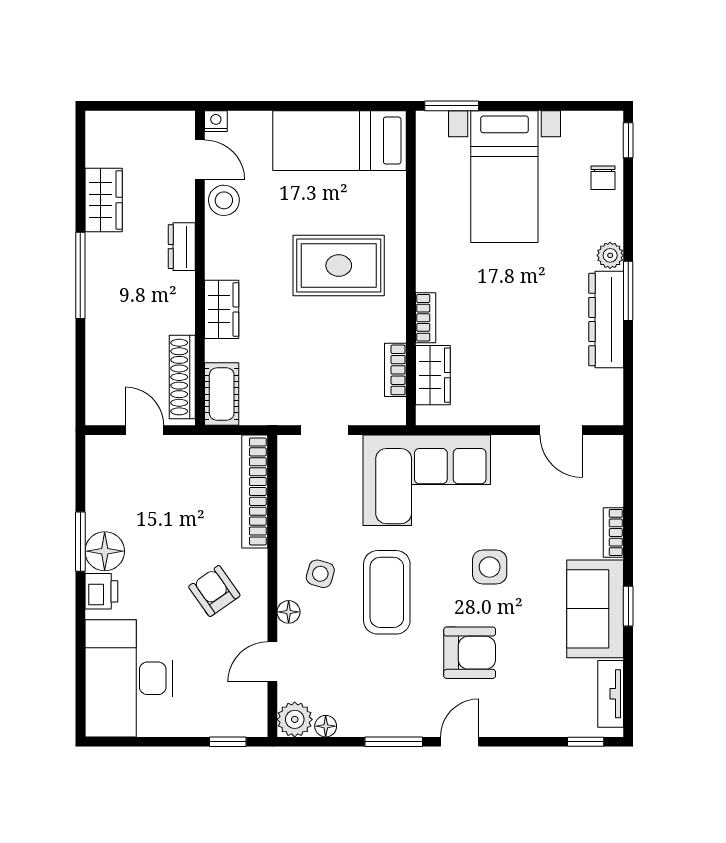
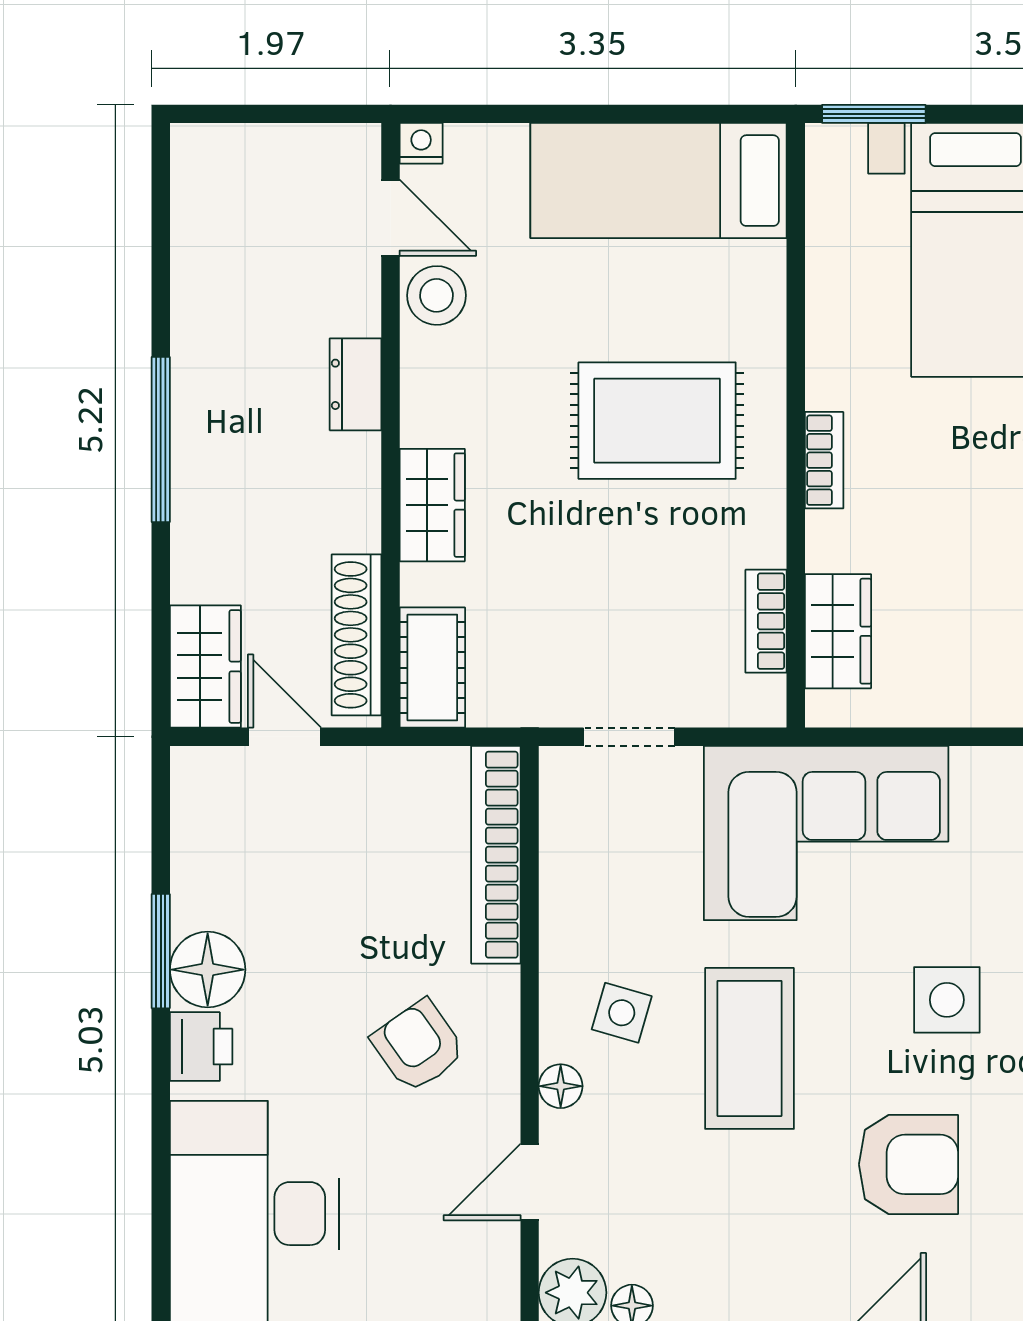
wardrobe: (104, 200) -> (205, 666), moved
bookcase: (426, 318) -> (824, 460), moved

